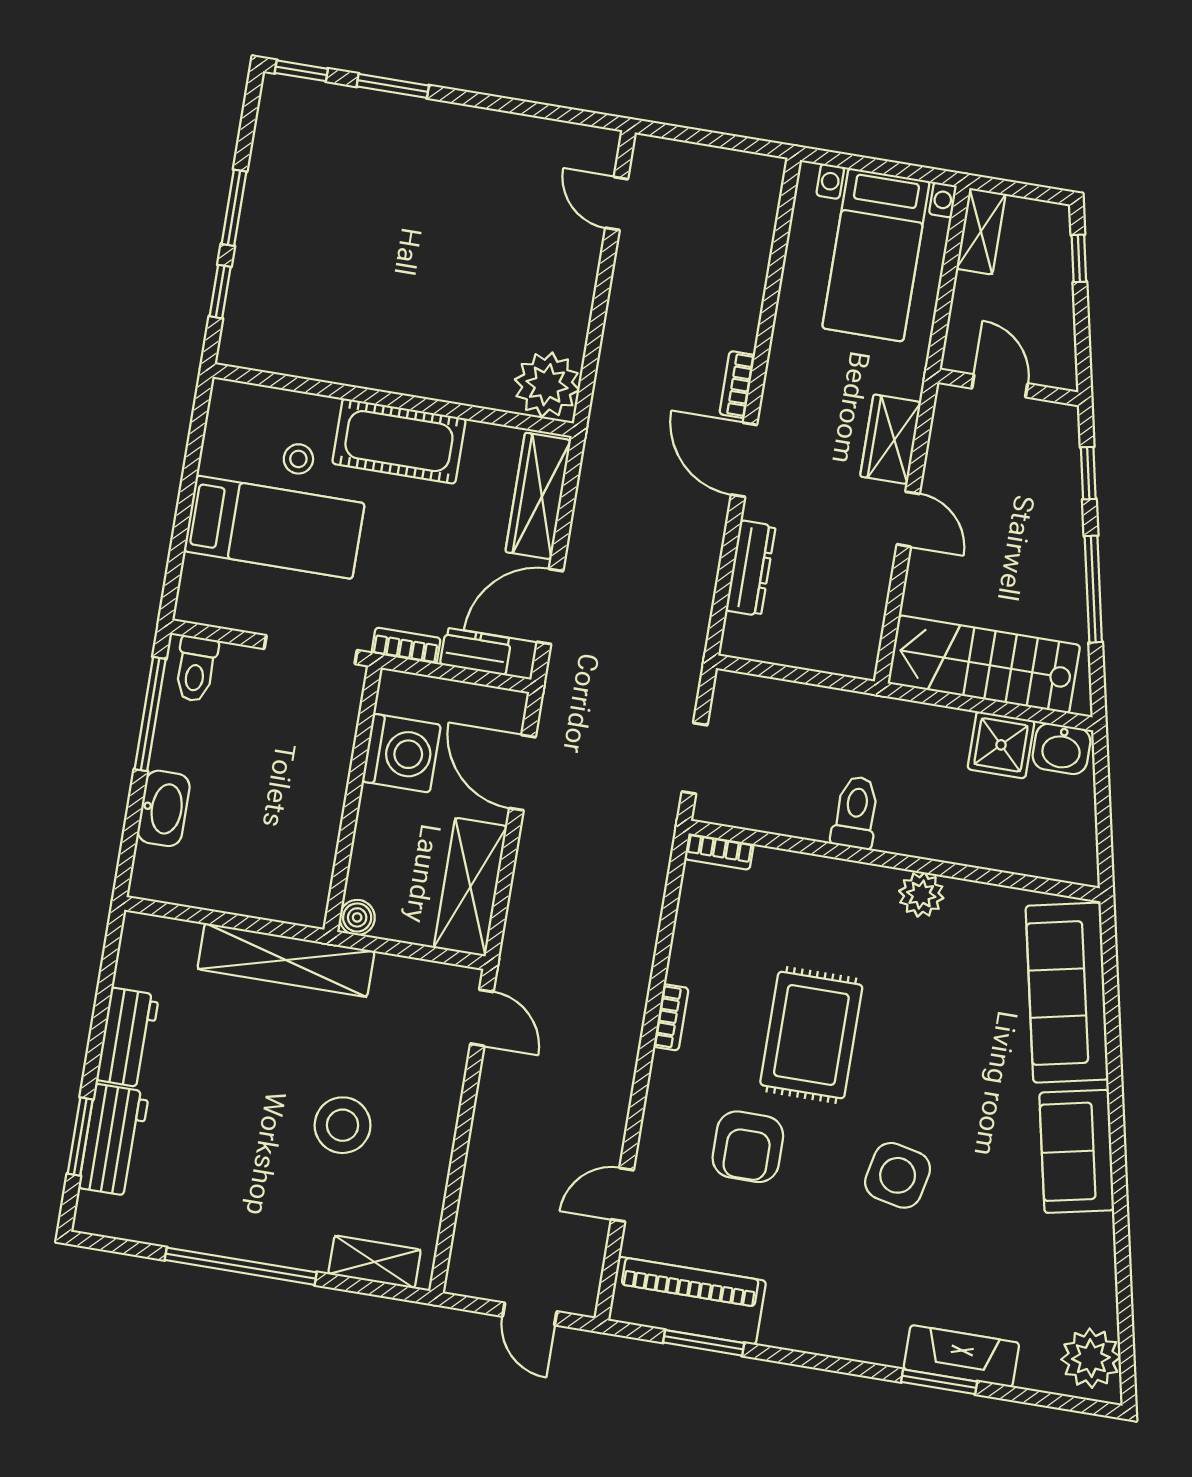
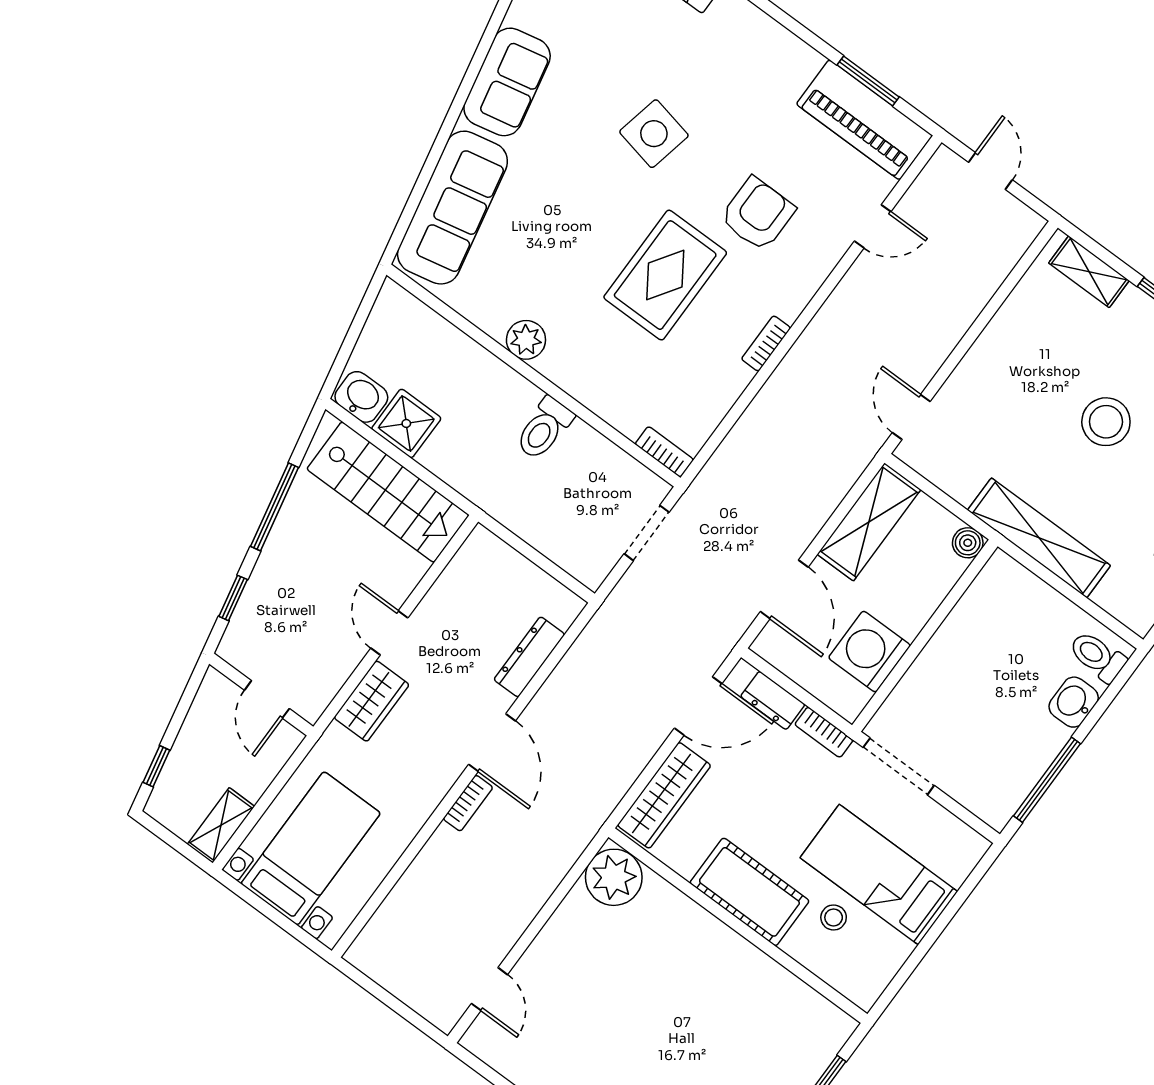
toilet: (196, 669) -> (1097, 656), moved, turned -90
washbasin: (164, 808) -> (1074, 702), width x0.72
stool: (343, 1125) -> (1106, 422), moved

